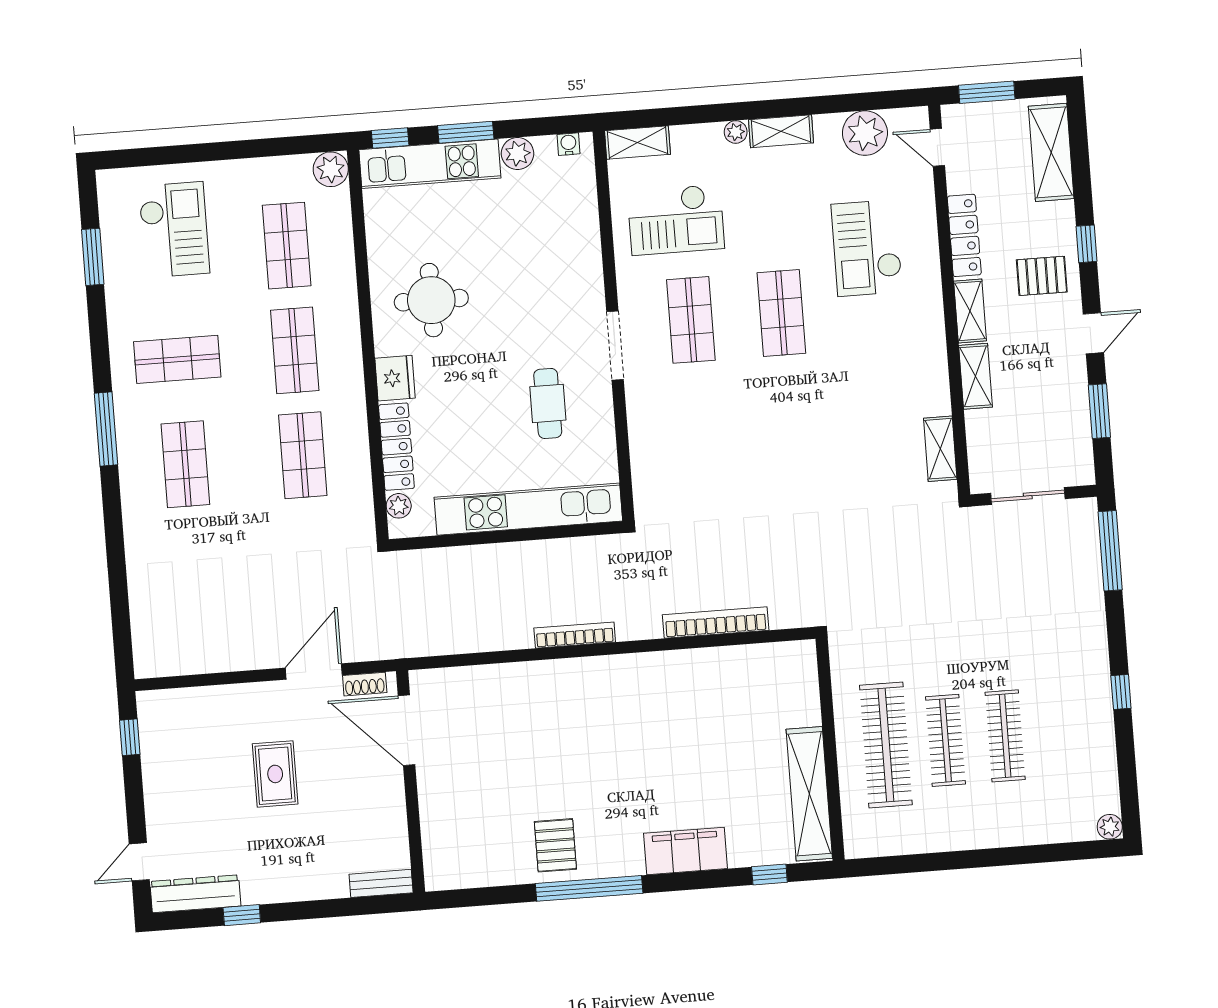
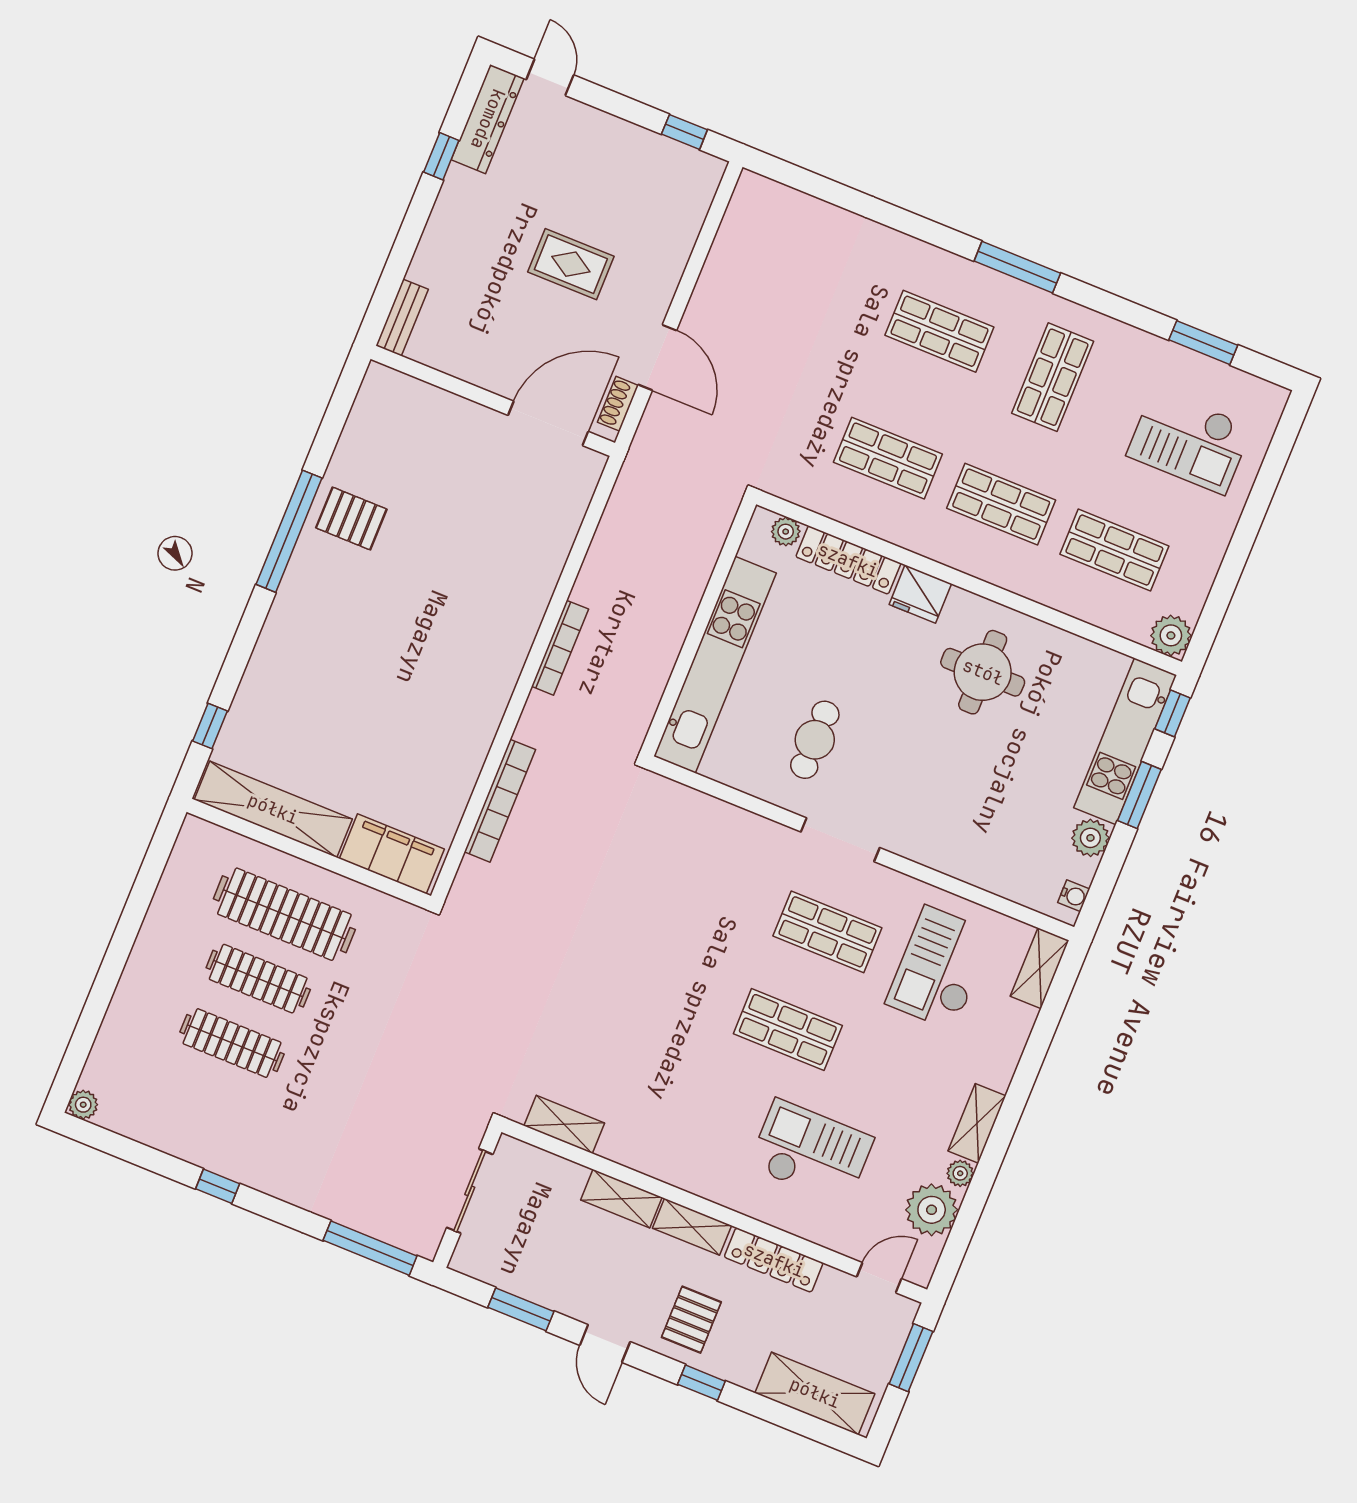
plant: (736, 132) -> (960, 1173), moved
cafe table: (548, 403) -> (815, 740), turned 90
filing cabinet: (686, 851) -> (392, 854), moved, turned -90

